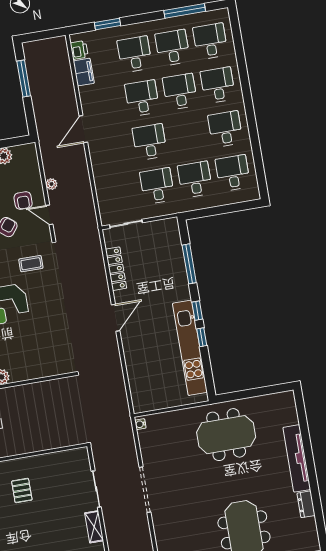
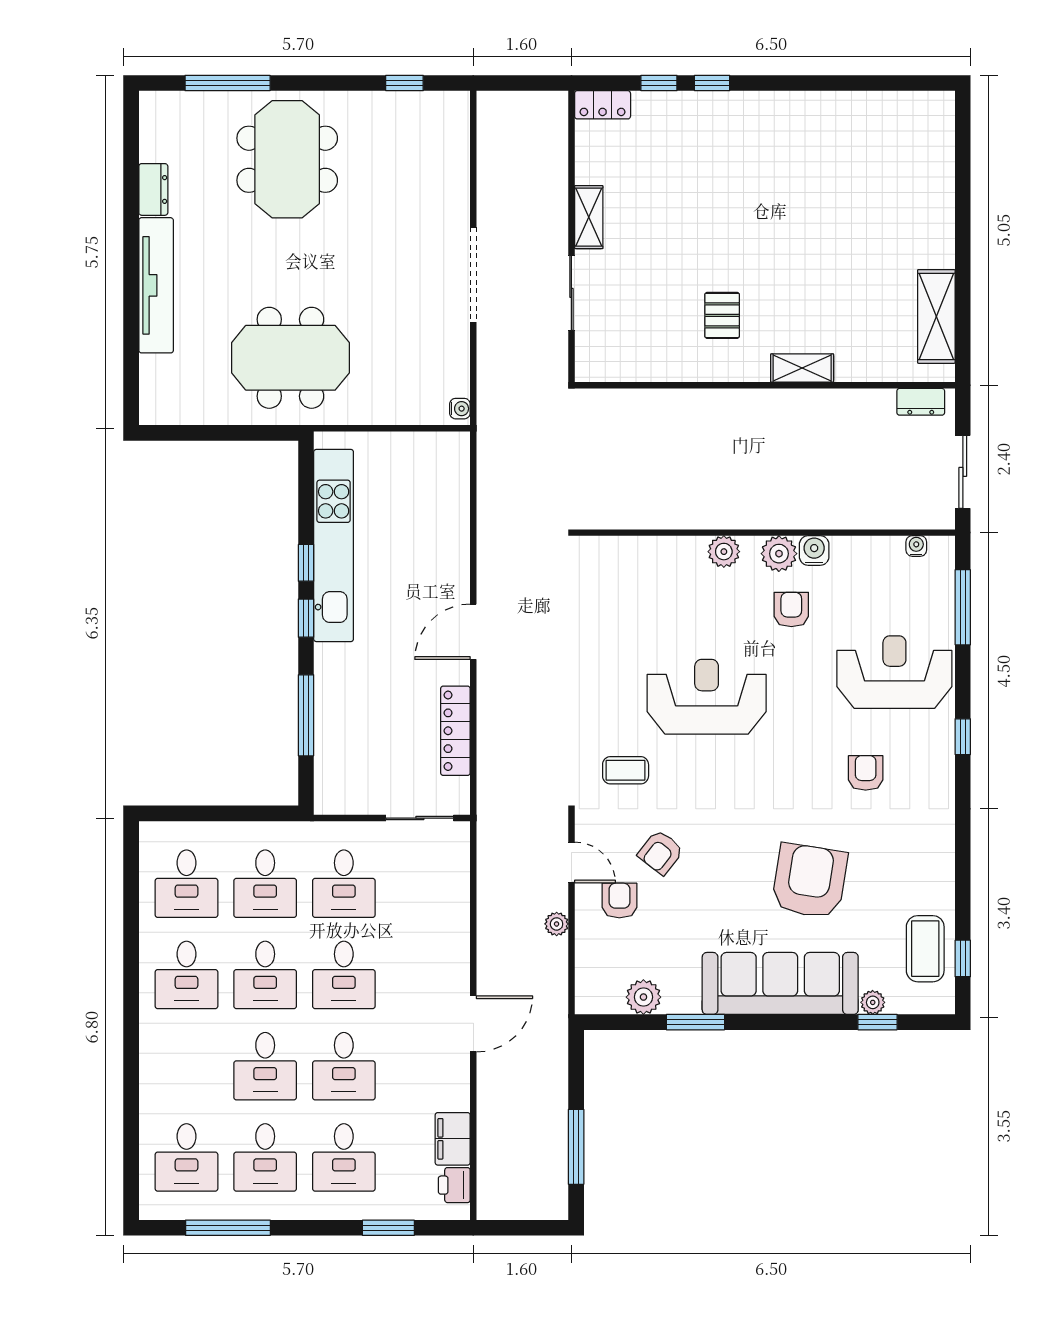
desk: (218, 85) -> (265, 975), moved

